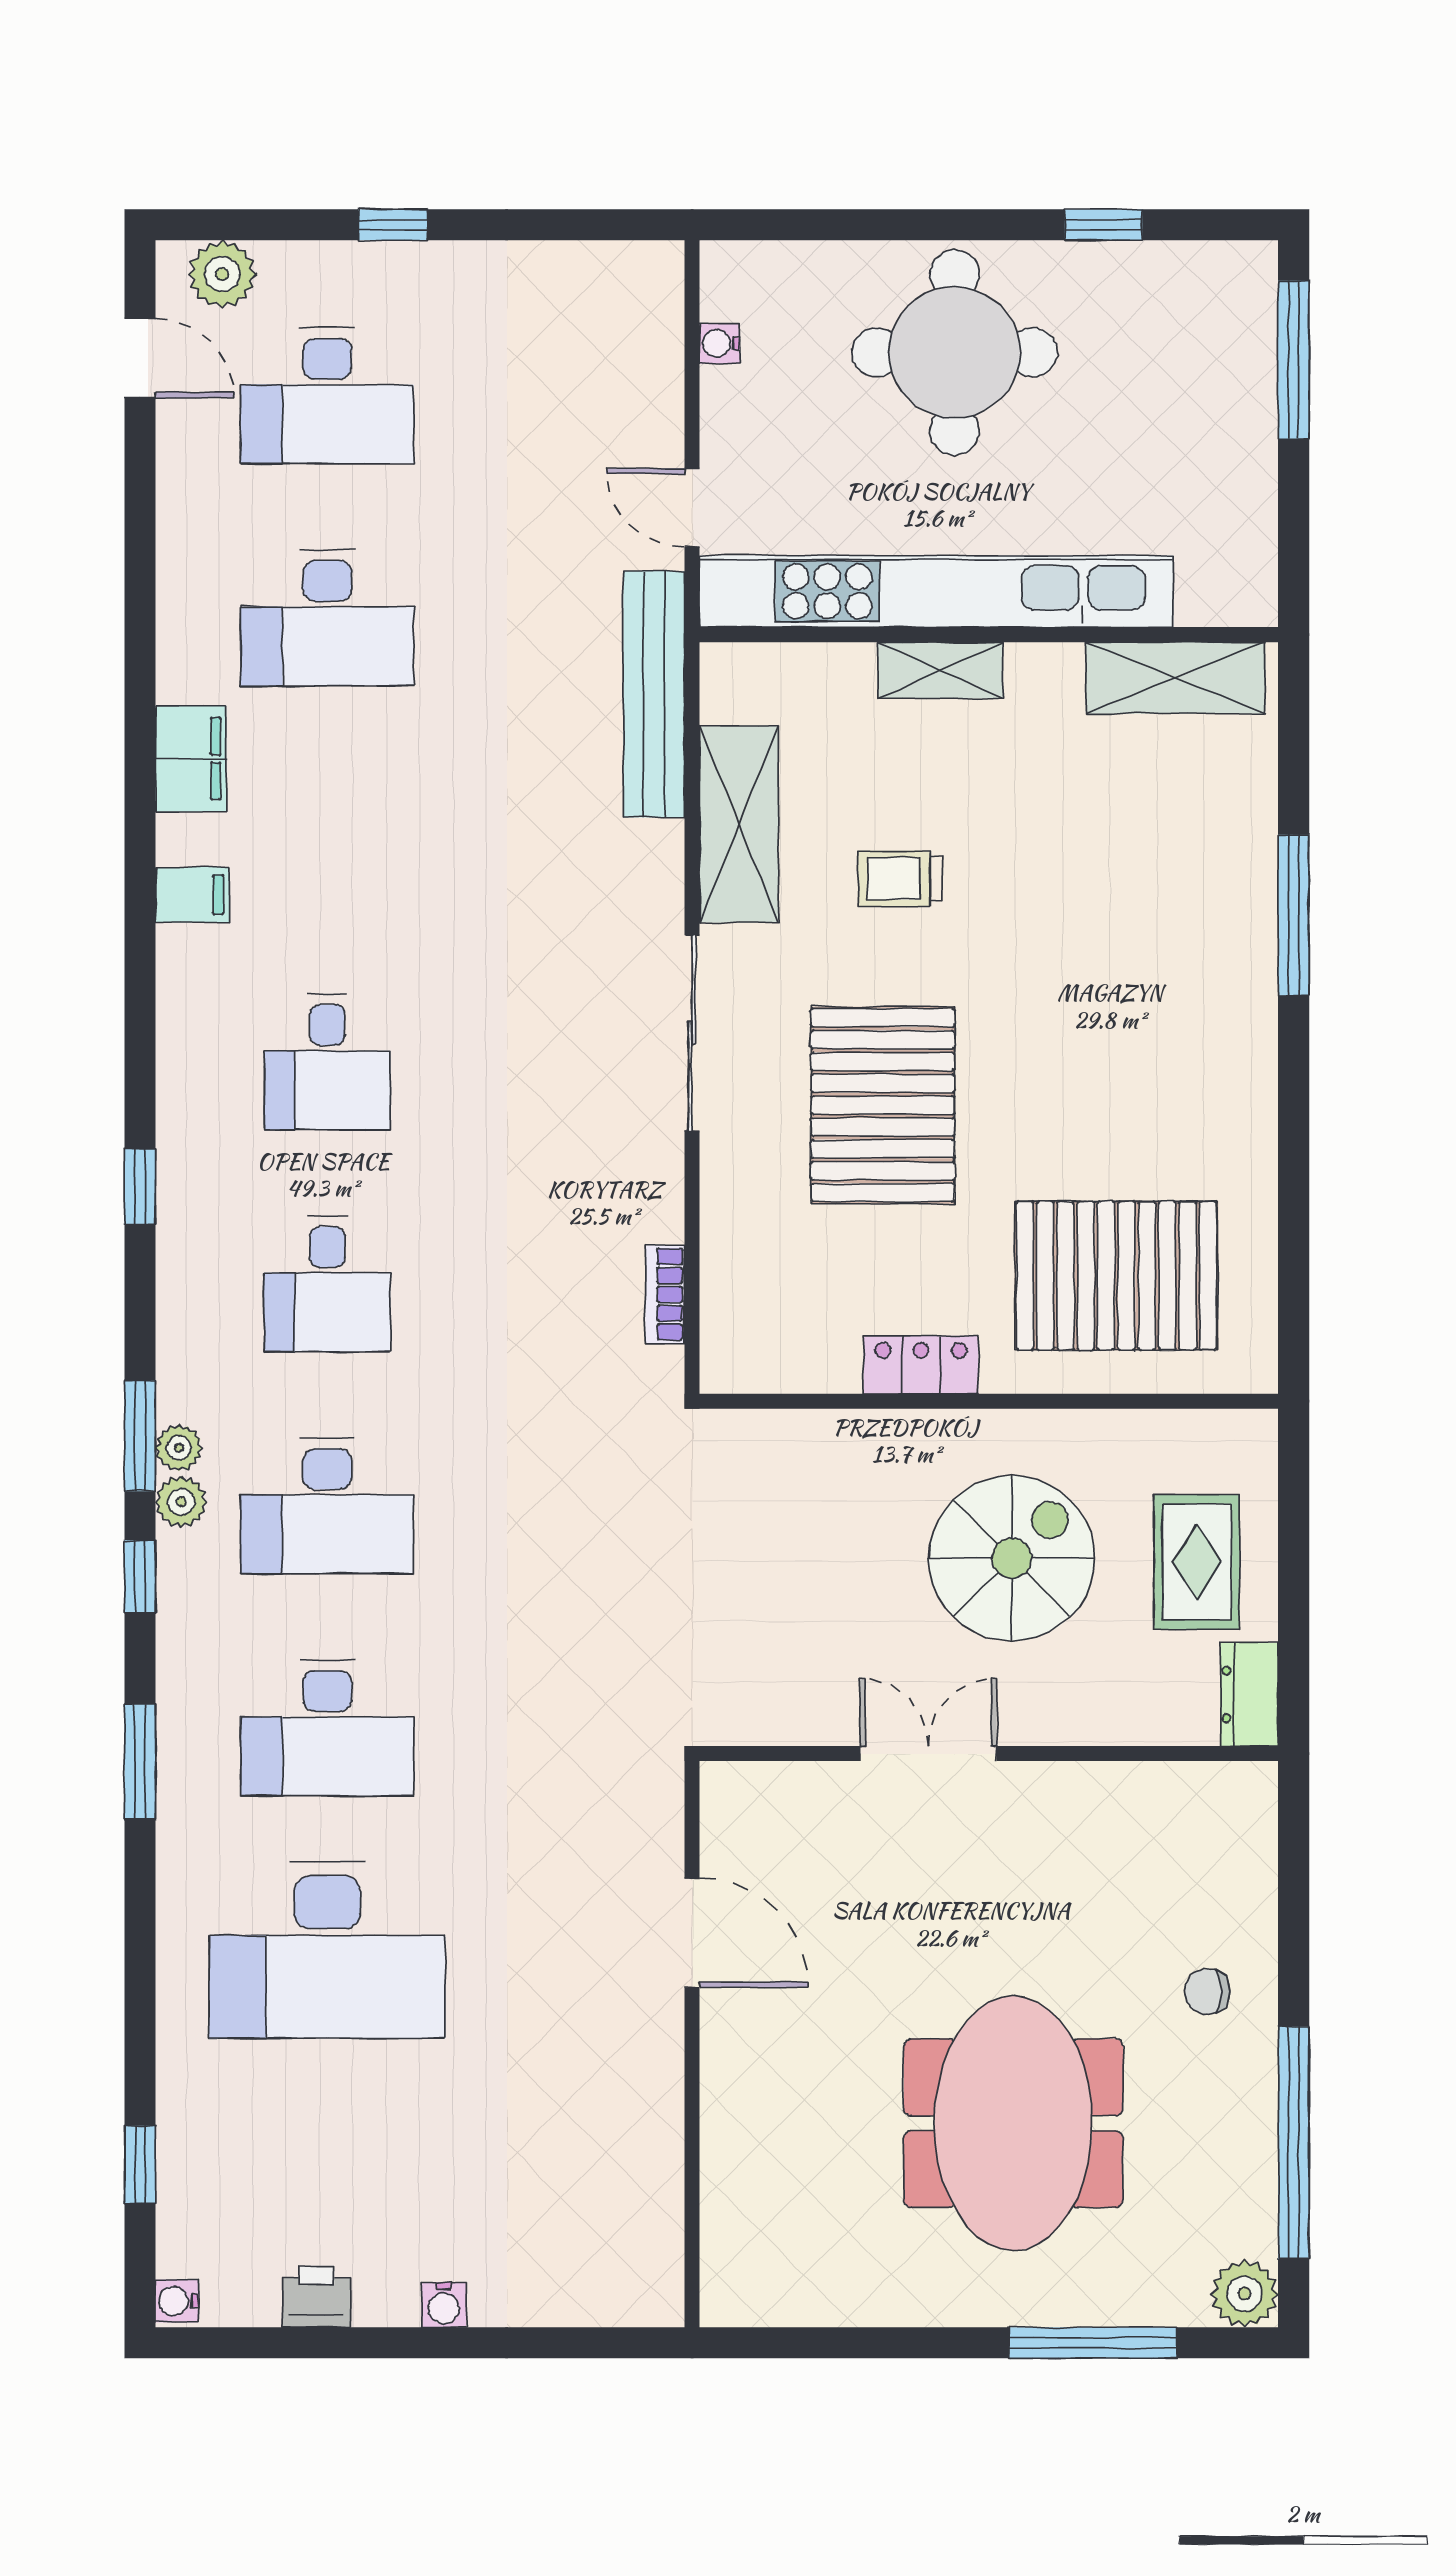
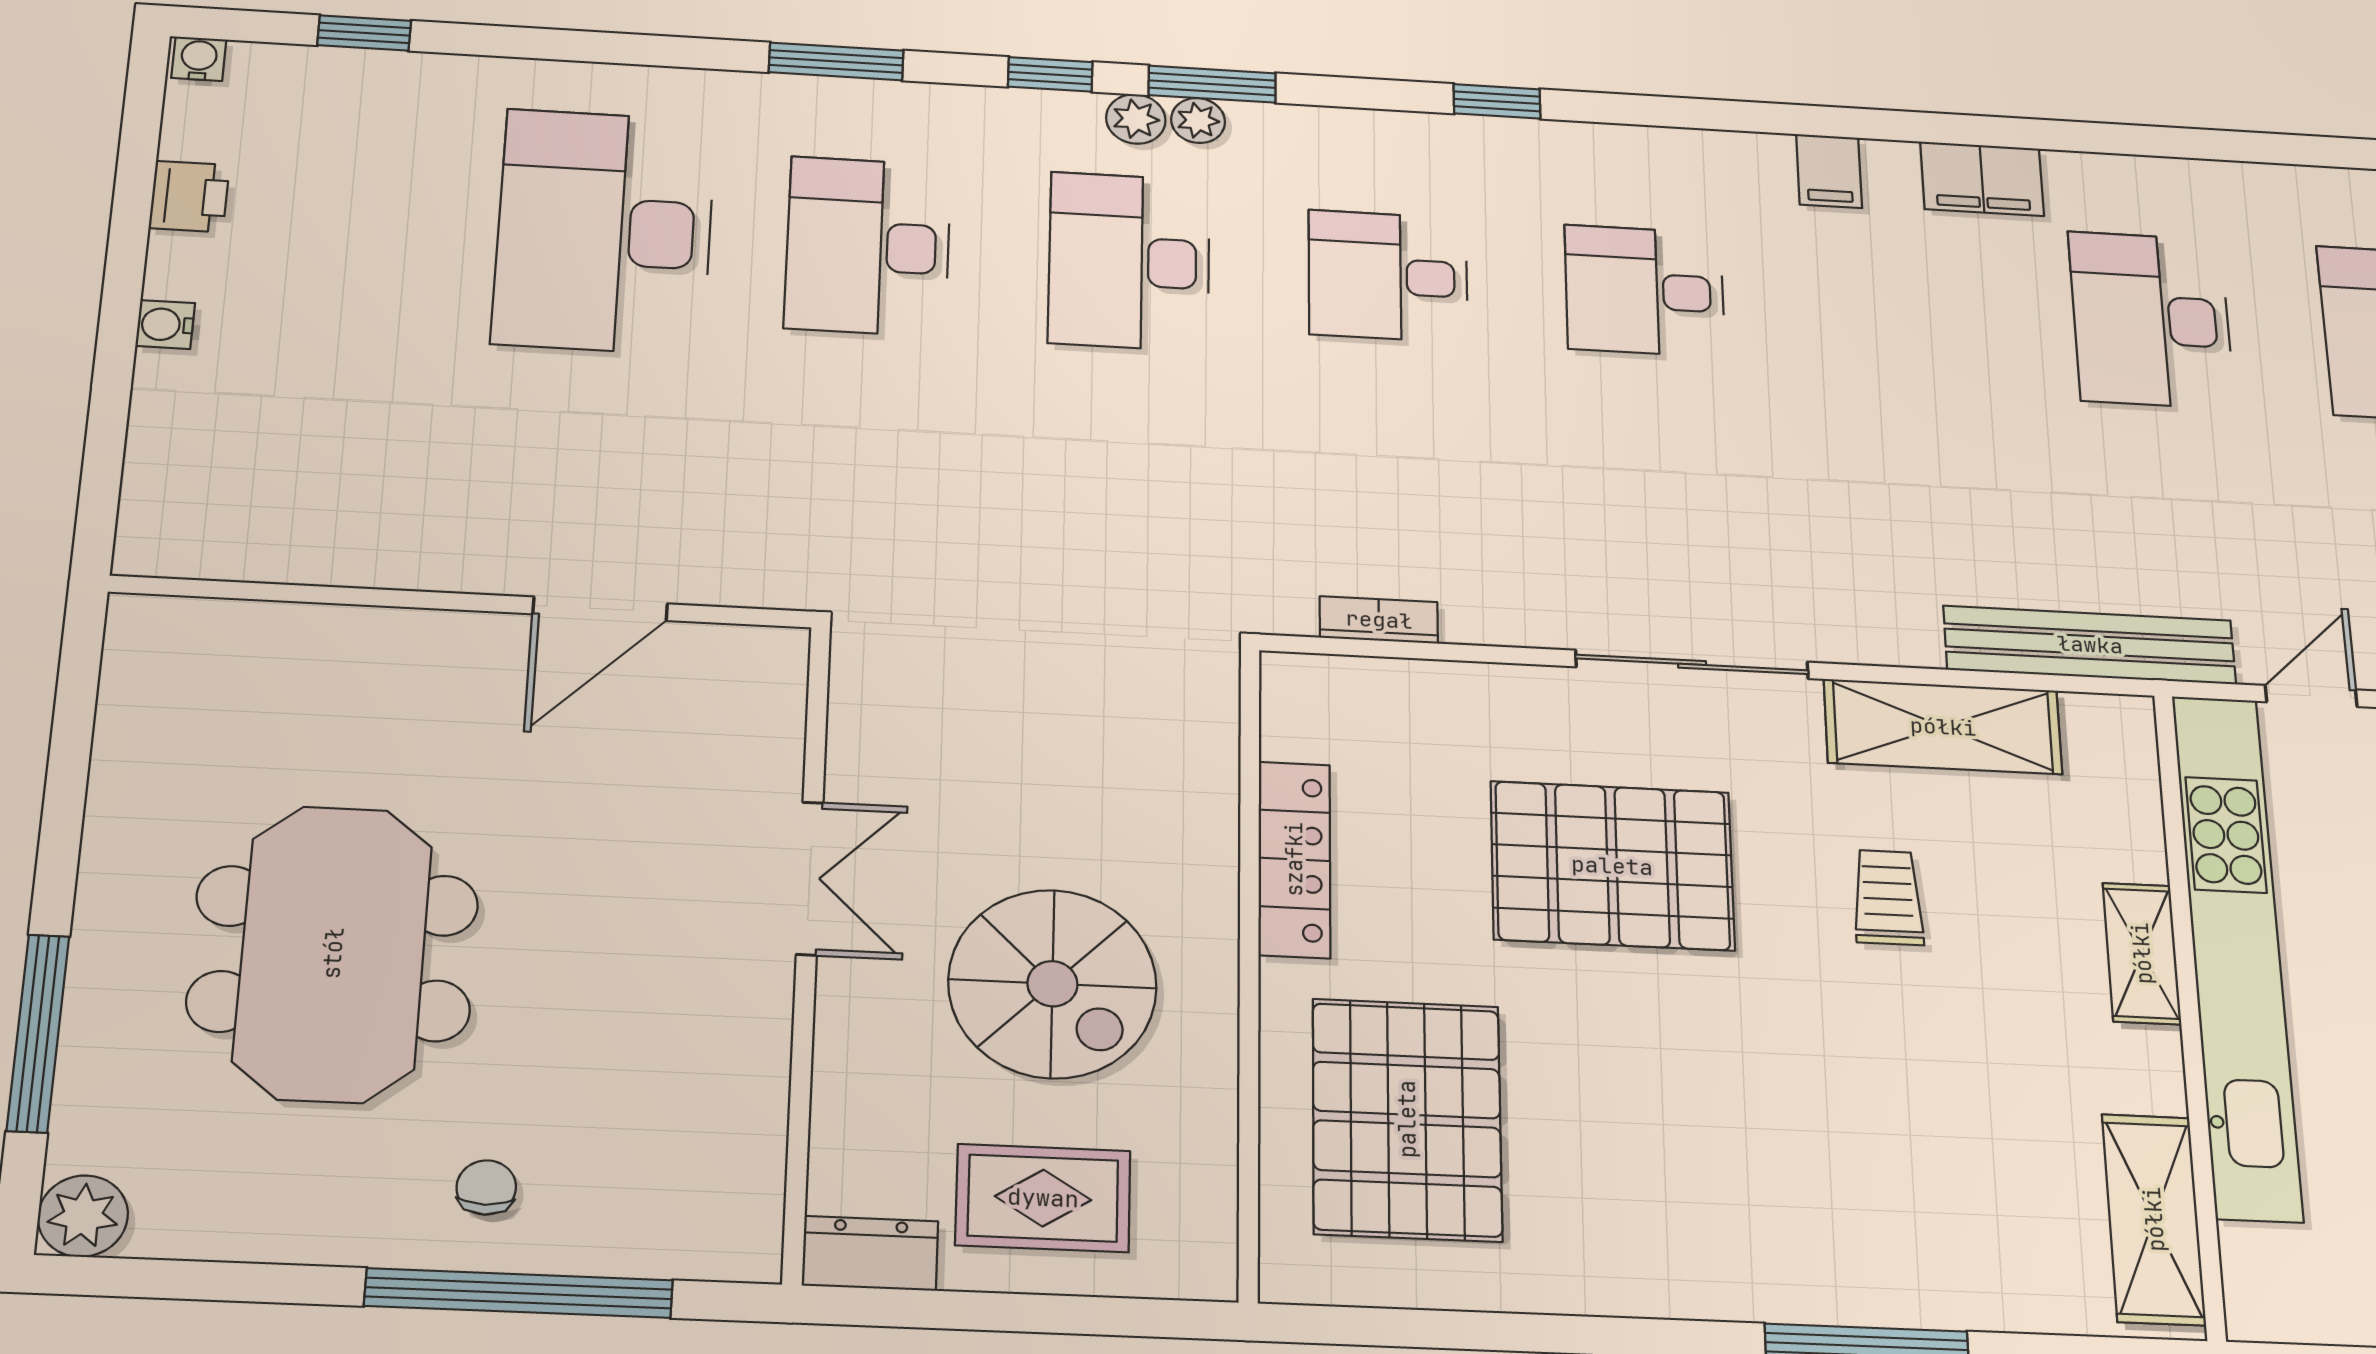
locker: (921, 1365) -> (1294, 859), width x1.53
meeting table: (1013, 2123) -> (333, 953), turned 90
window: (1294, 2143) -> (519, 1293), moved

